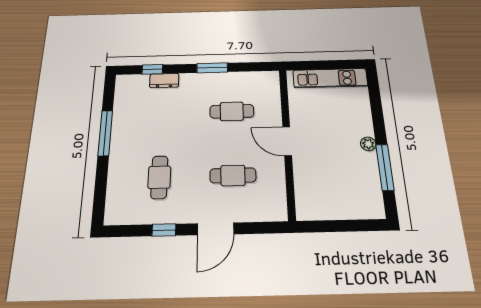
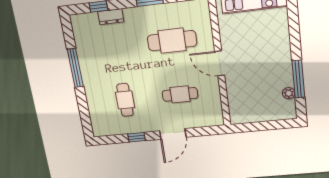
cafe table: (232, 111) -> (172, 41), width x1.37, depth x1.35
plant: (368, 144) -> (289, 93), moved

